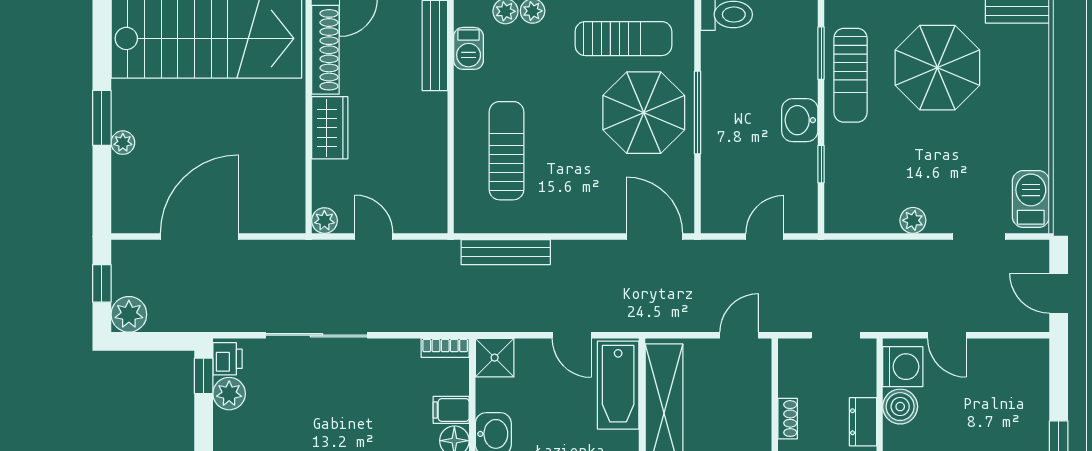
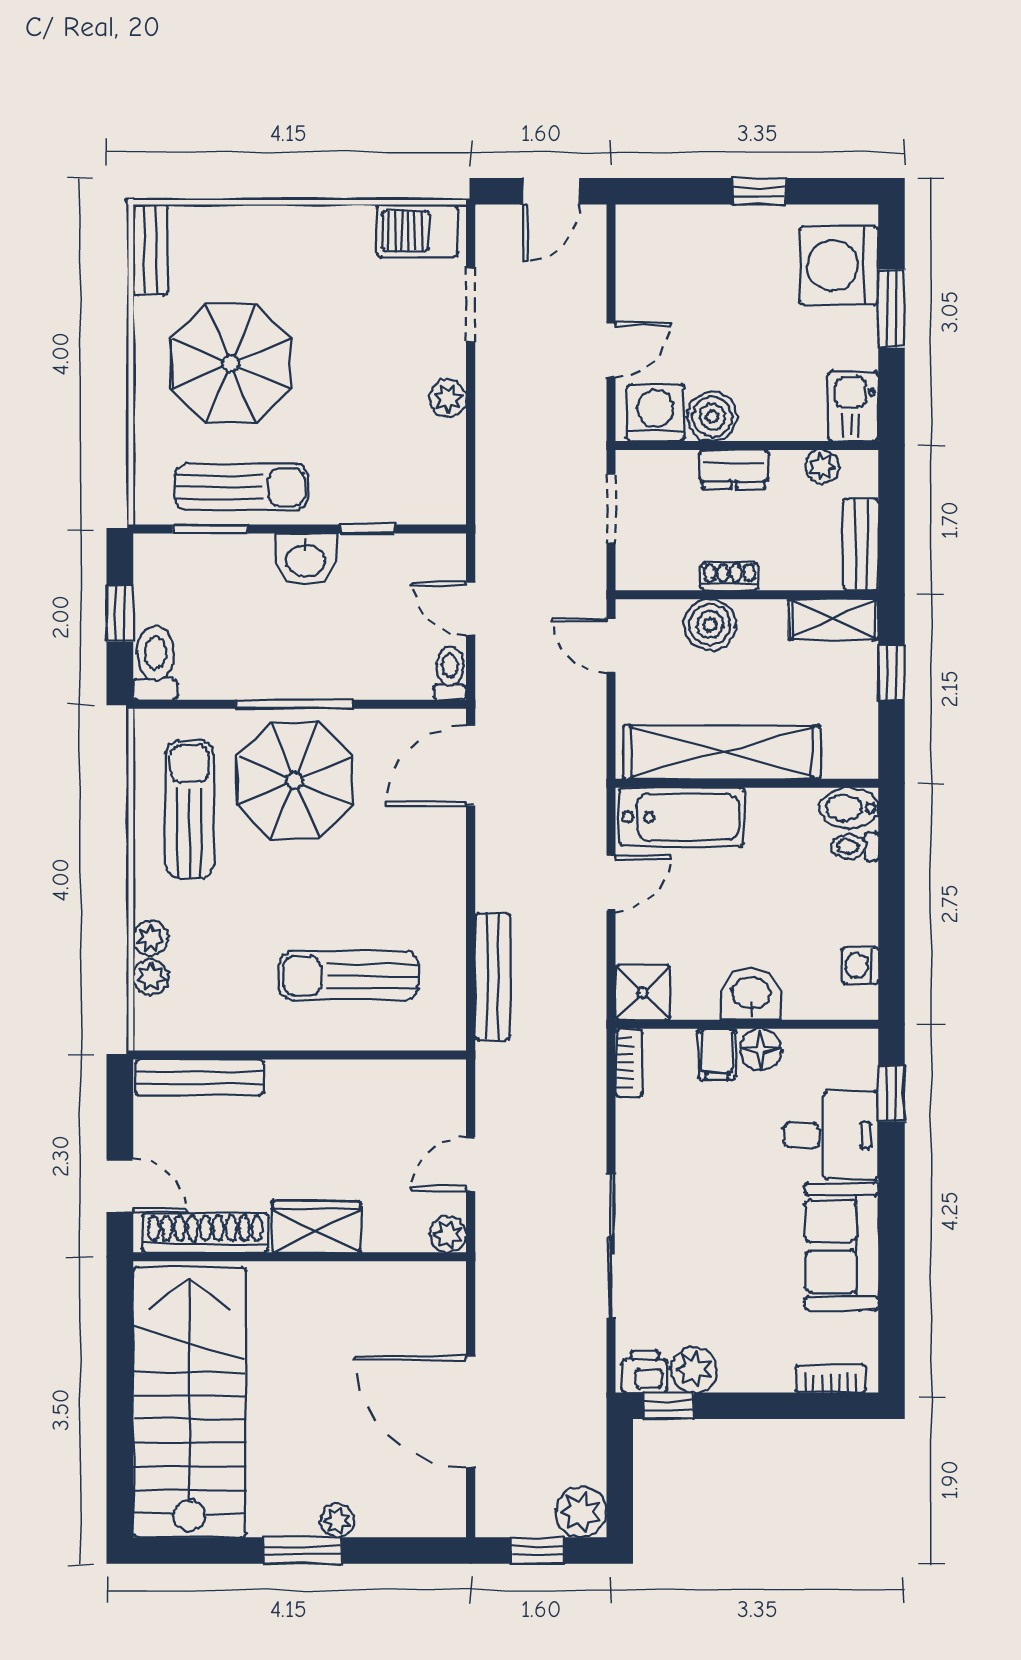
barbecue: (469, 48) -> (203, 1030), removed
toilet: (719, 222) -> (450, 673), added
boiler: (754, 405) -> (710, 625), added

